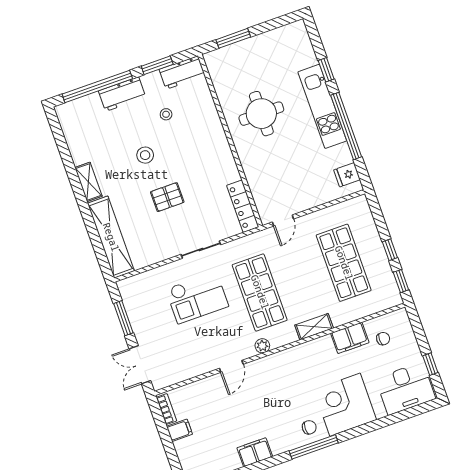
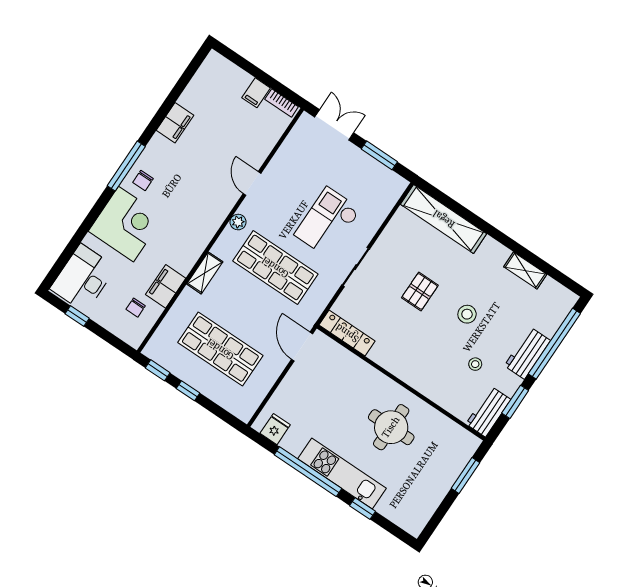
shelving: (88, 182) -> (525, 271), moved
door: (283, 220) -> (302, 347), width x1.38

